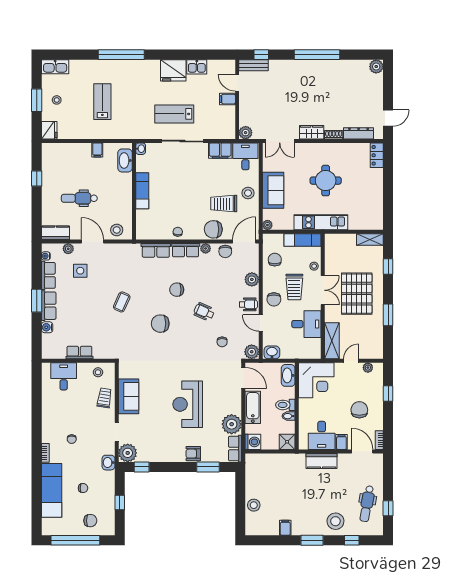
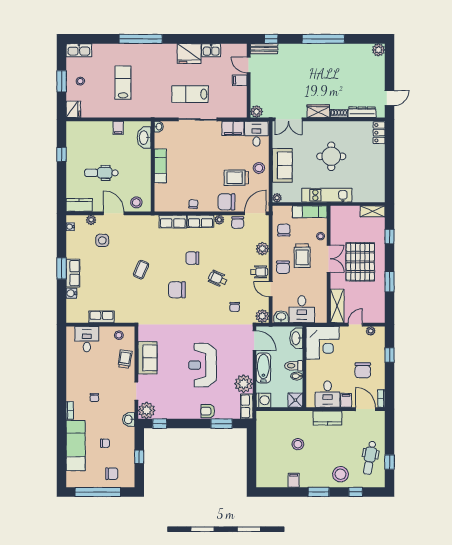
row of seats: (48, 275) -> (73, 245), removed
desk: (306, 324) -> (302, 309), moved, turned 90
chair: (359, 410) -> (363, 370), turned 180
stool: (254, 505) -> (298, 444), moved

